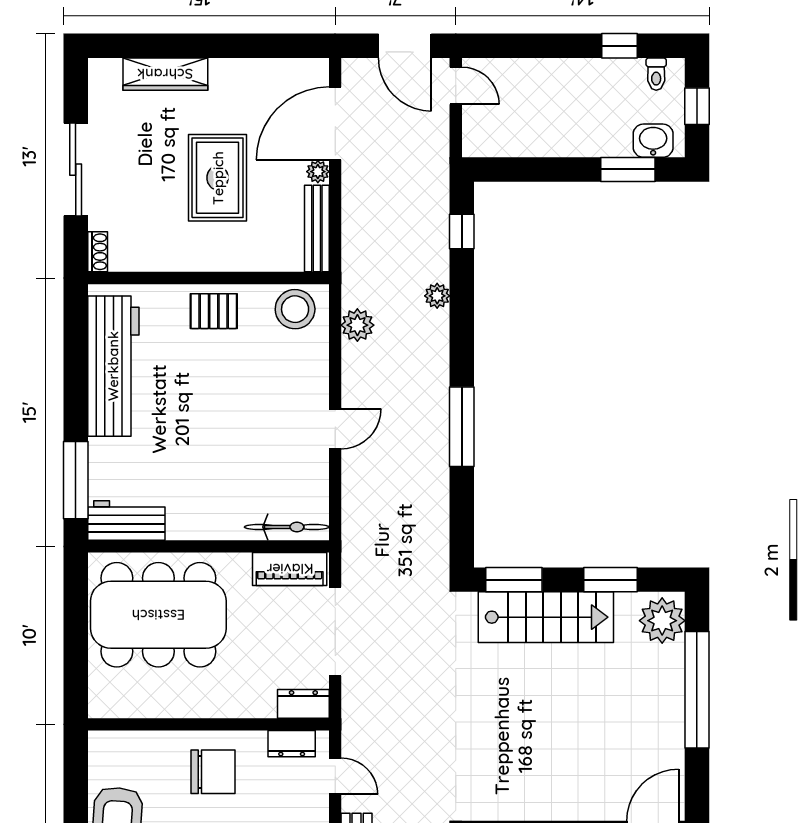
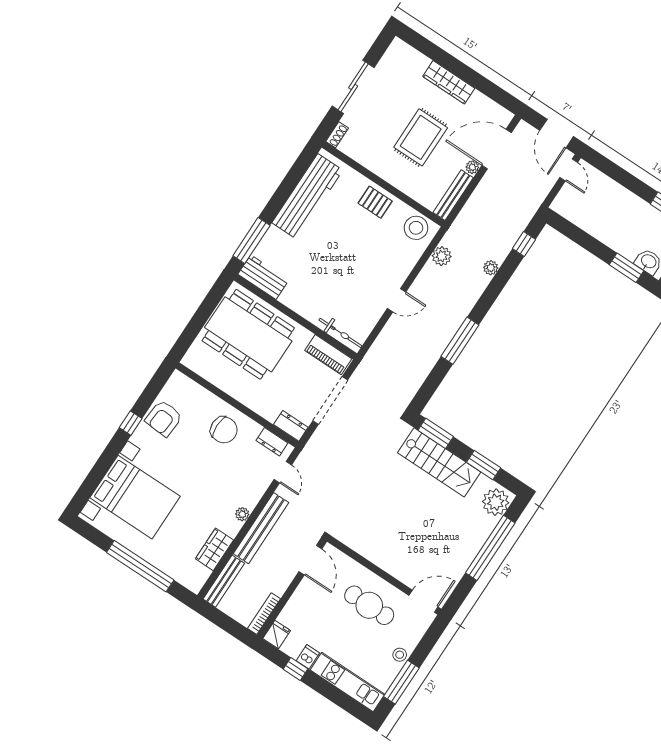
wardrobe: (165, 74) -> (449, 82), moved

